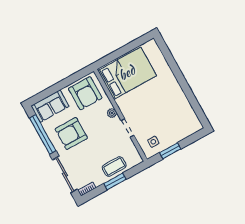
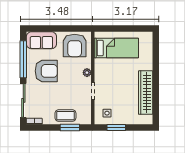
bed: (127, 73) -> (116, 48), width x0.67
wardrobe: (180, 101) -> (146, 93), added
armchair: (71, 134) -> (46, 71), turned 180
window: (115, 181) -> (70, 128), moved

